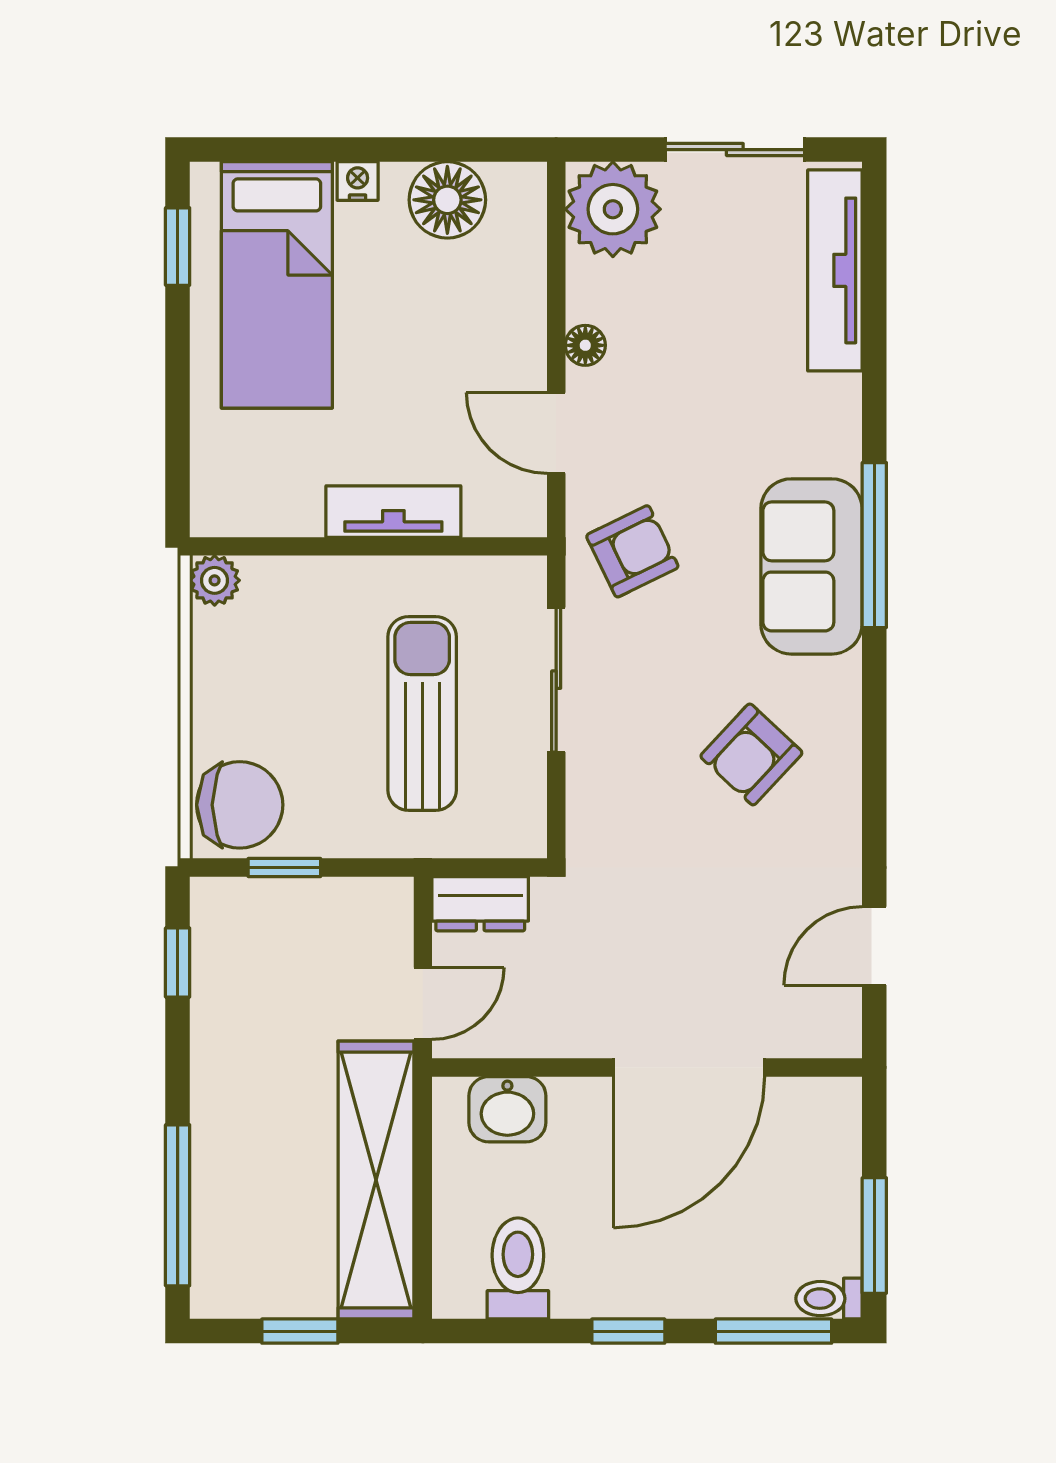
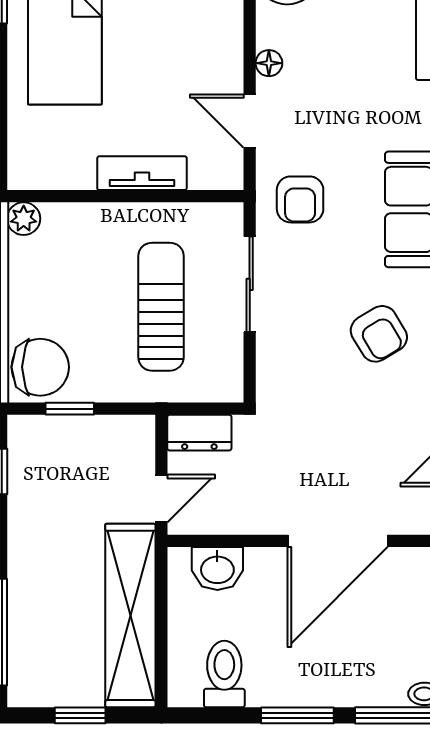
armchair: (632, 551) -> (300, 199), turned 116
armchair: (751, 754) -> (379, 334), turned -74
window: (628, 1331) -> (297, 715), width x1.50

